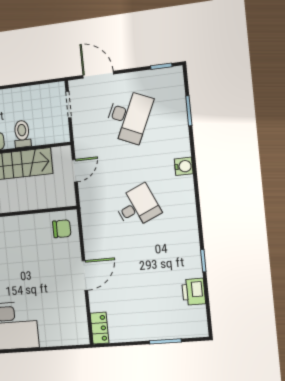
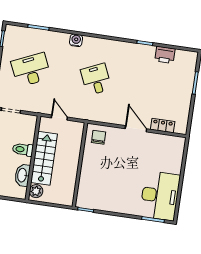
desk: (129, 116) -> (31, 70), turned -48
locker: (99, 328) -> (163, 125), moved

